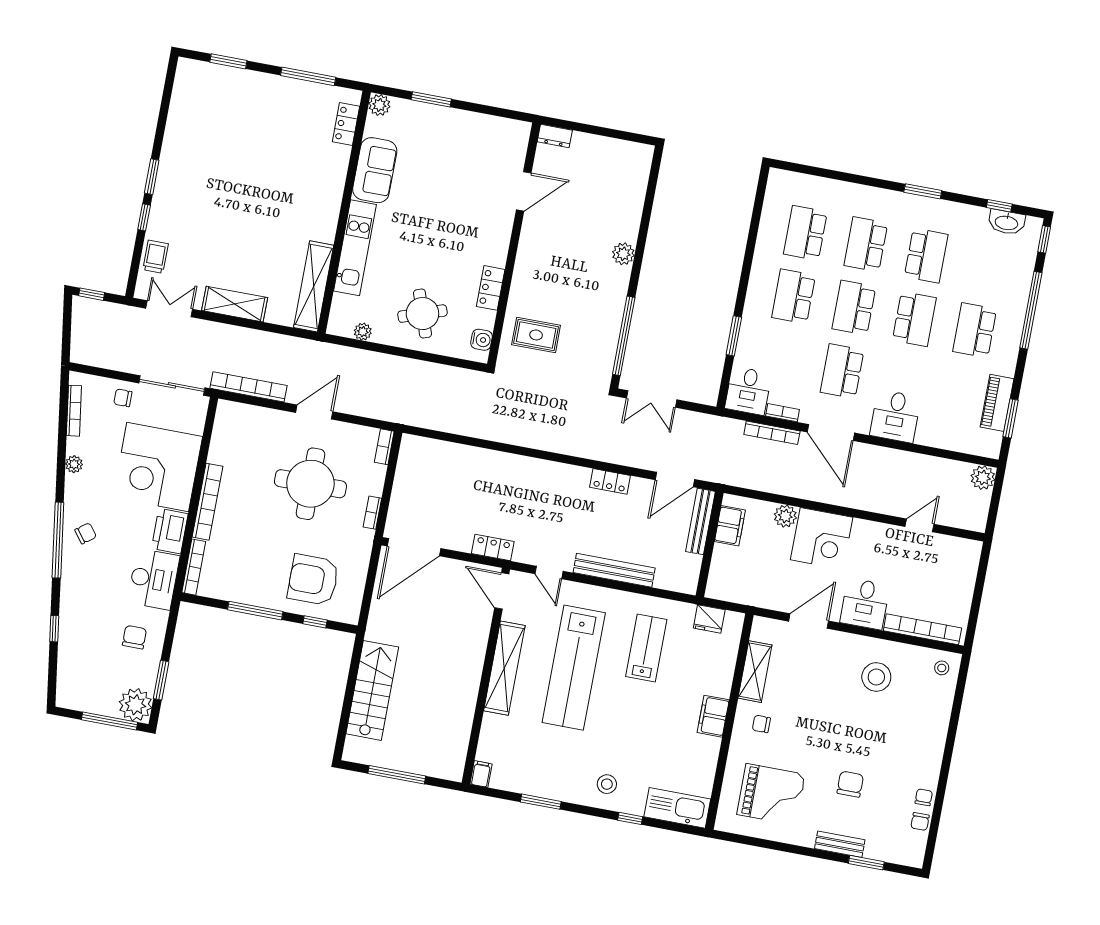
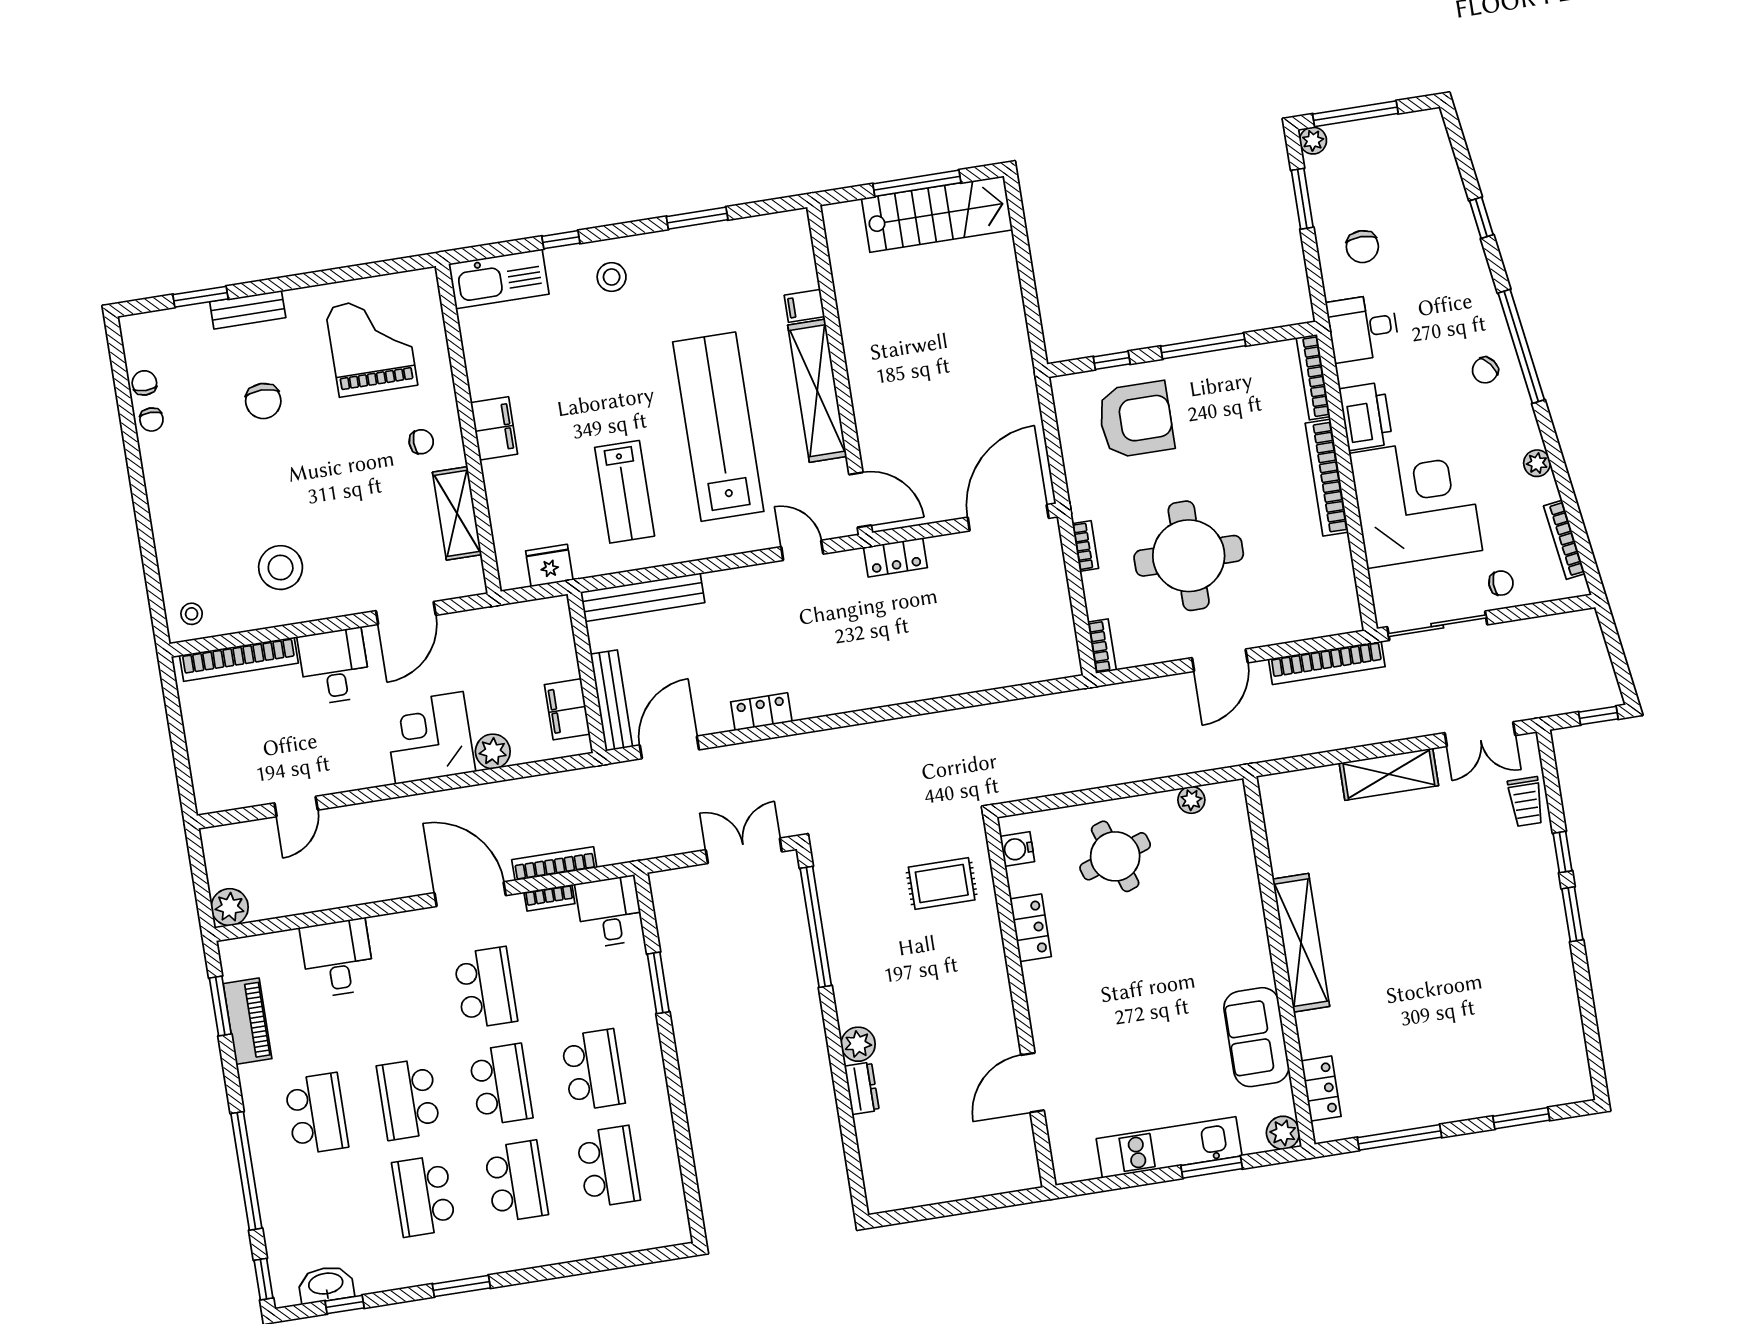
dresser: (555, 136) -> (862, 1088), moved, turned 90
kitchen unit: (355, 248) -> (1169, 1147), moved, turned 90
shelving: (314, 286) -> (1301, 943), moved
desk: (895, 416) -> (337, 958), moved
bench: (614, 570) -> (643, 597), moved
desk: (154, 579) -> (1363, 328), width x0.73
stairs: (372, 690) -> (937, 214), moved, turned -90
plant: (135, 705) -> (1313, 141), width x0.53, depth x0.53
filing cabinet: (481, 774) -> (804, 306), moved, turned 90
grand piano: (771, 794) -> (371, 346), turned 90

